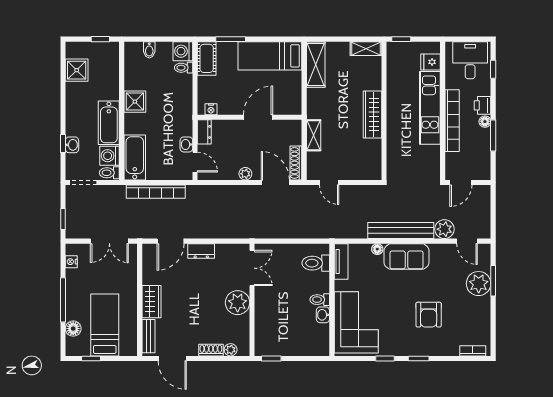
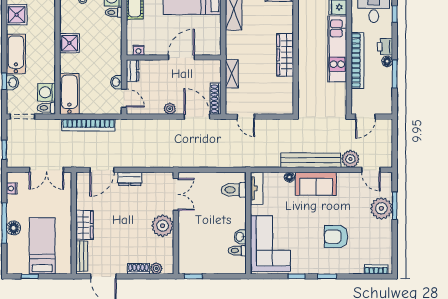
bathtub: (109, 123) -> (16, 54), moved, turned 180
toilet: (320, 300) -> (237, 251), moved
armchair: (429, 315) -> (336, 237), turned 90
floor lamp: (73, 329) -> (14, 228), moved

